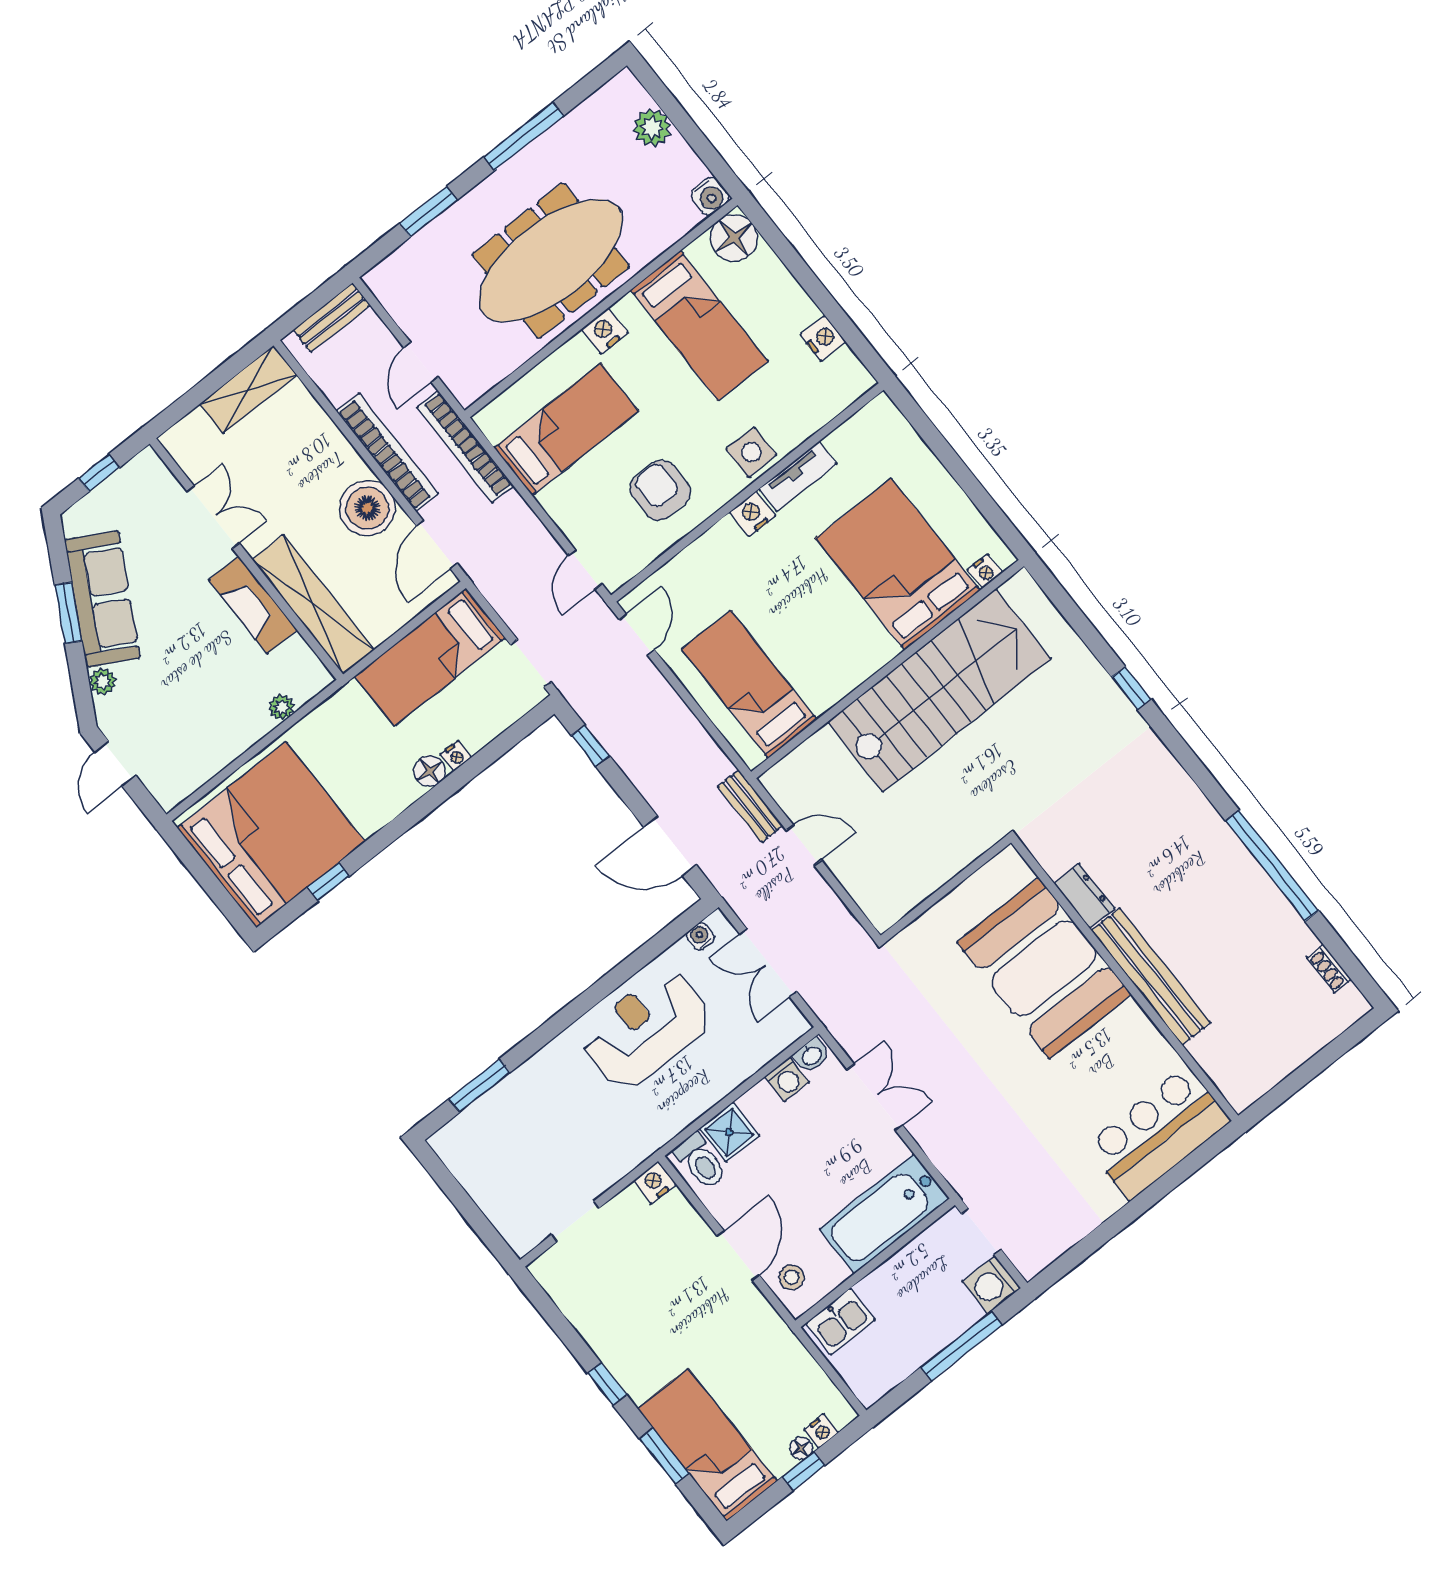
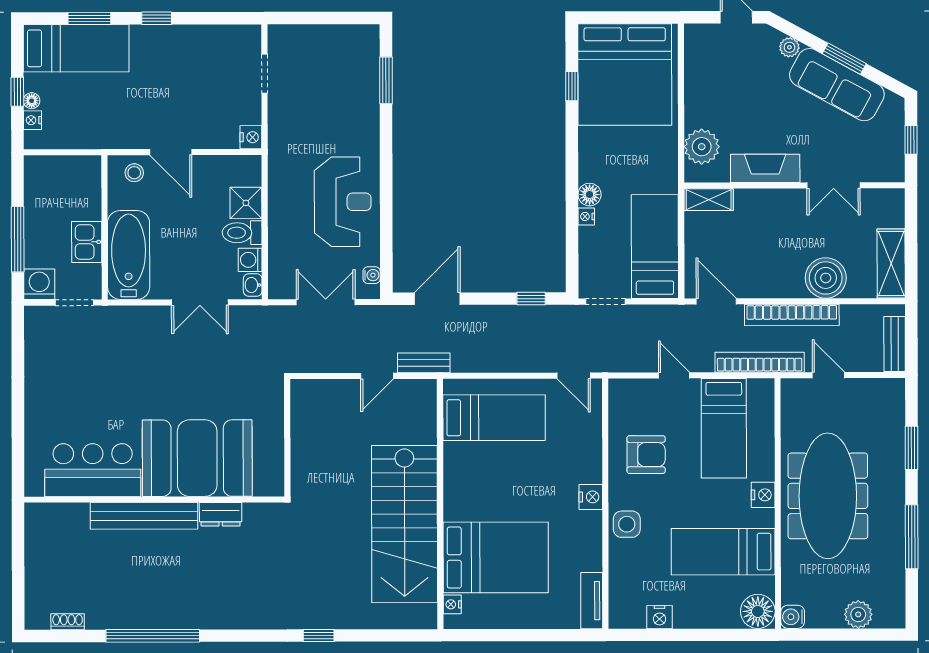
tv unit: (798, 477) -> (592, 601), moved
boiler: (367, 508) -> (826, 278), moved
door: (585, 569) -> (674, 375), moved
shelving: (313, 605) -> (709, 200), width x0.45, depth x0.75
plant: (282, 707) -> (702, 147), width x1.88, depth x1.88
bar counter: (1158, 1133) -> (93, 470), moved, turned -90
toilet: (701, 1162) -> (242, 233), moved
kitchen sink: (840, 1321) -> (87, 242), moved

